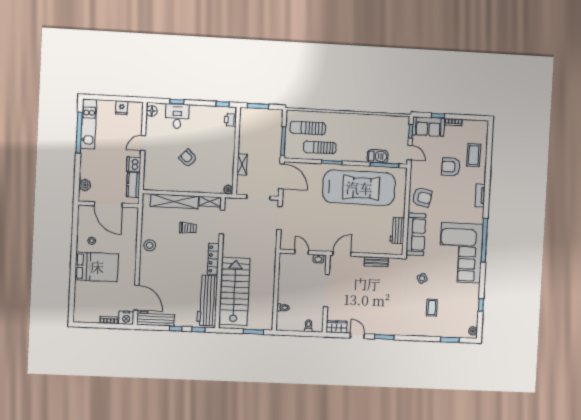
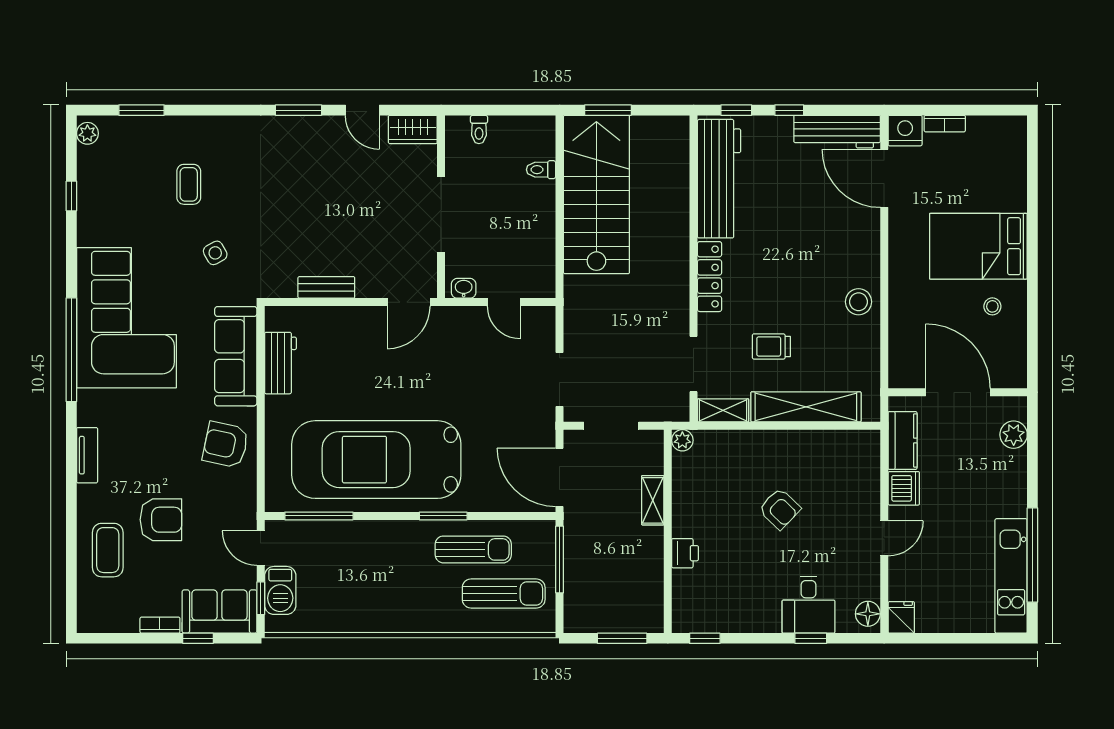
fridge: (122, 108) -> (901, 617), moved
printer: (230, 120) -> (685, 553), moved
barbecue: (378, 156) -> (280, 590), moved, turned -90
stairs: (234, 291) -> (596, 195), moved, turned 180

